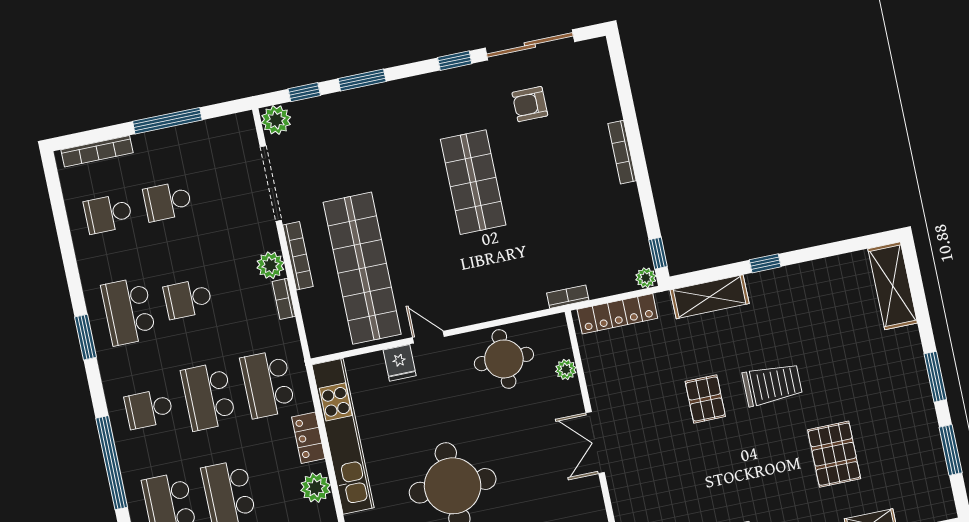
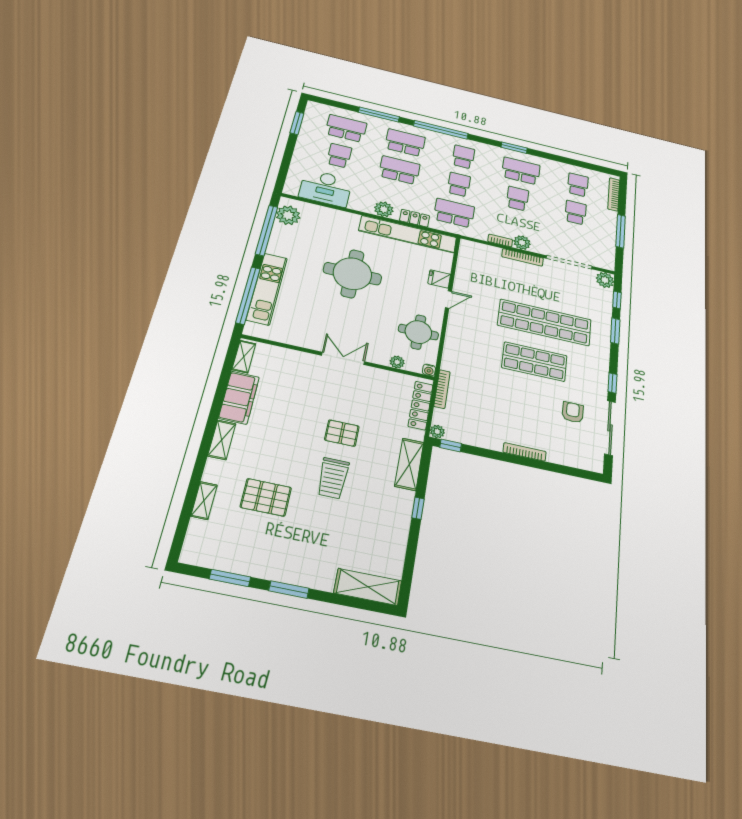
shop shelf: (362, 268) -> (545, 322), moved
bookcase: (568, 297) -> (442, 389), width x1.56
water cooler: (558, 323) -> (429, 370), added
school desk: (208, 396) -> (459, 184), width x0.54

